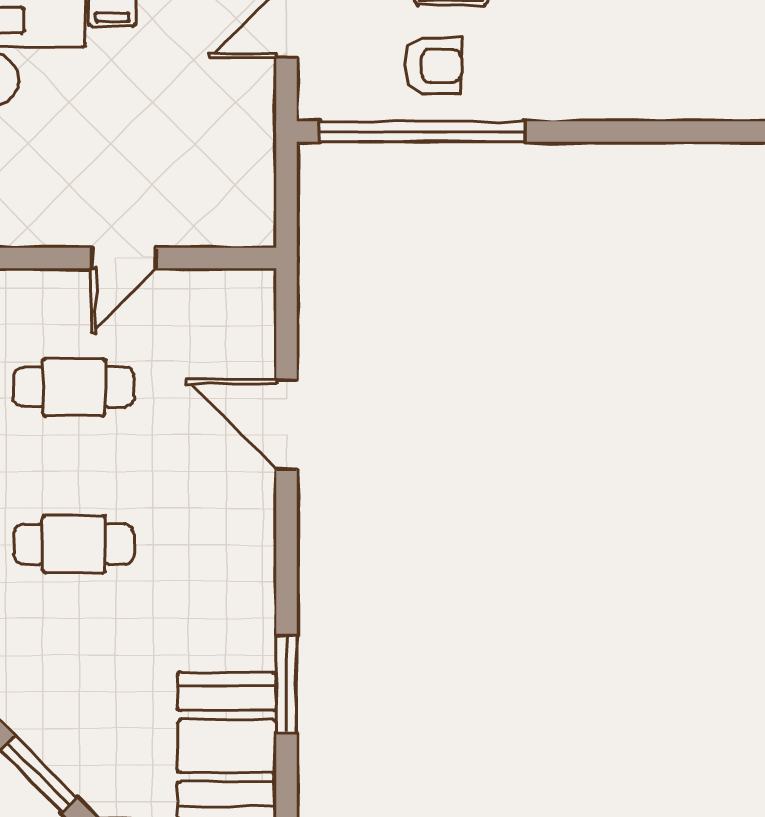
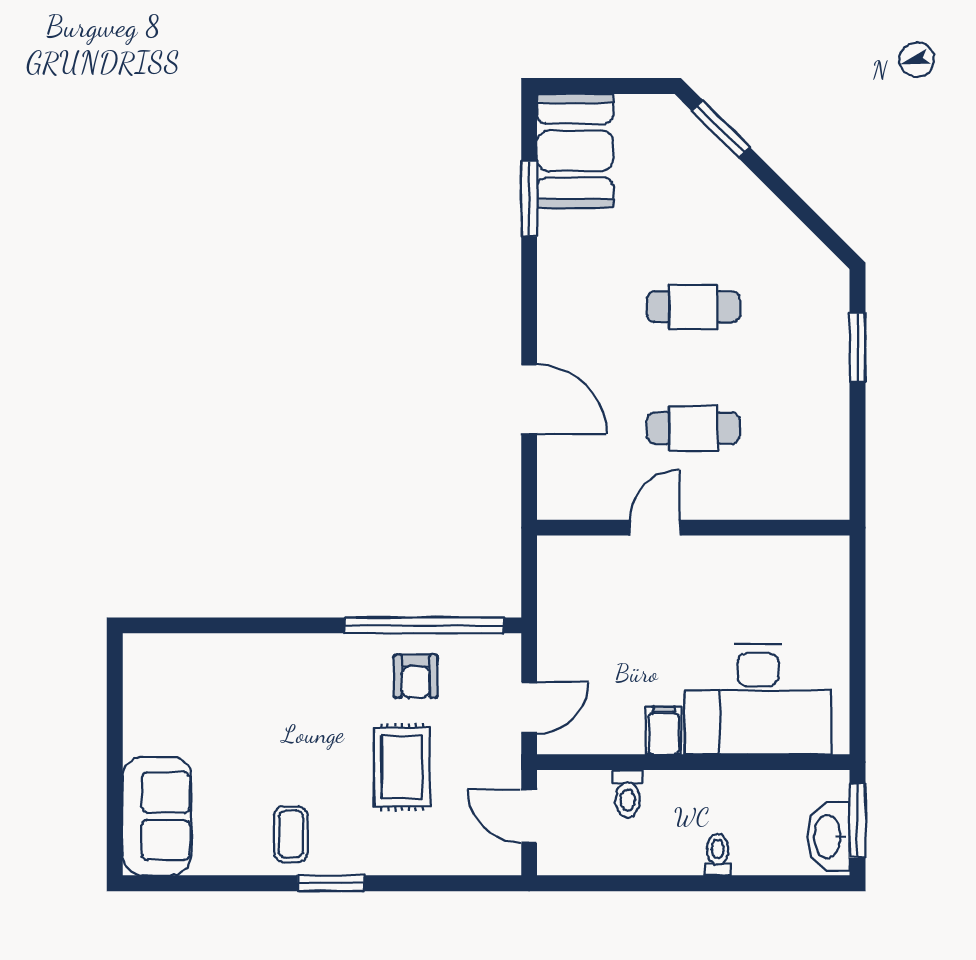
armchair: (433, 66) -> (416, 676), turned -90

